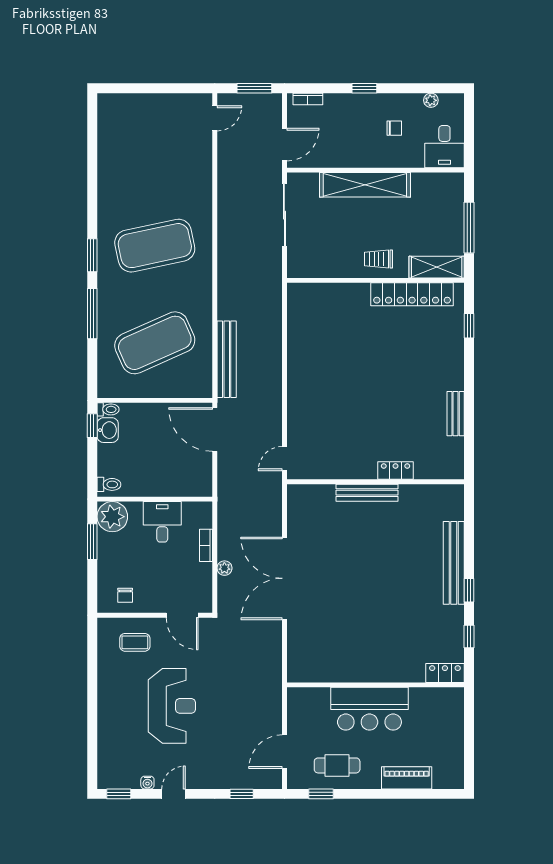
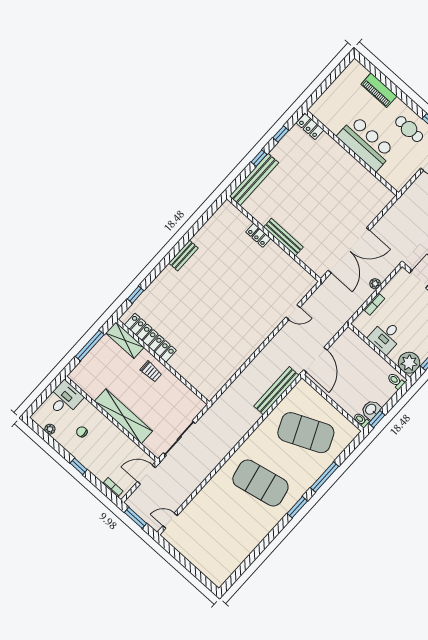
locker: (395, 470) -> (258, 235), moved
wall: (375, 482) -> (274, 239), moved
bench: (367, 493) -> (283, 237), moved

